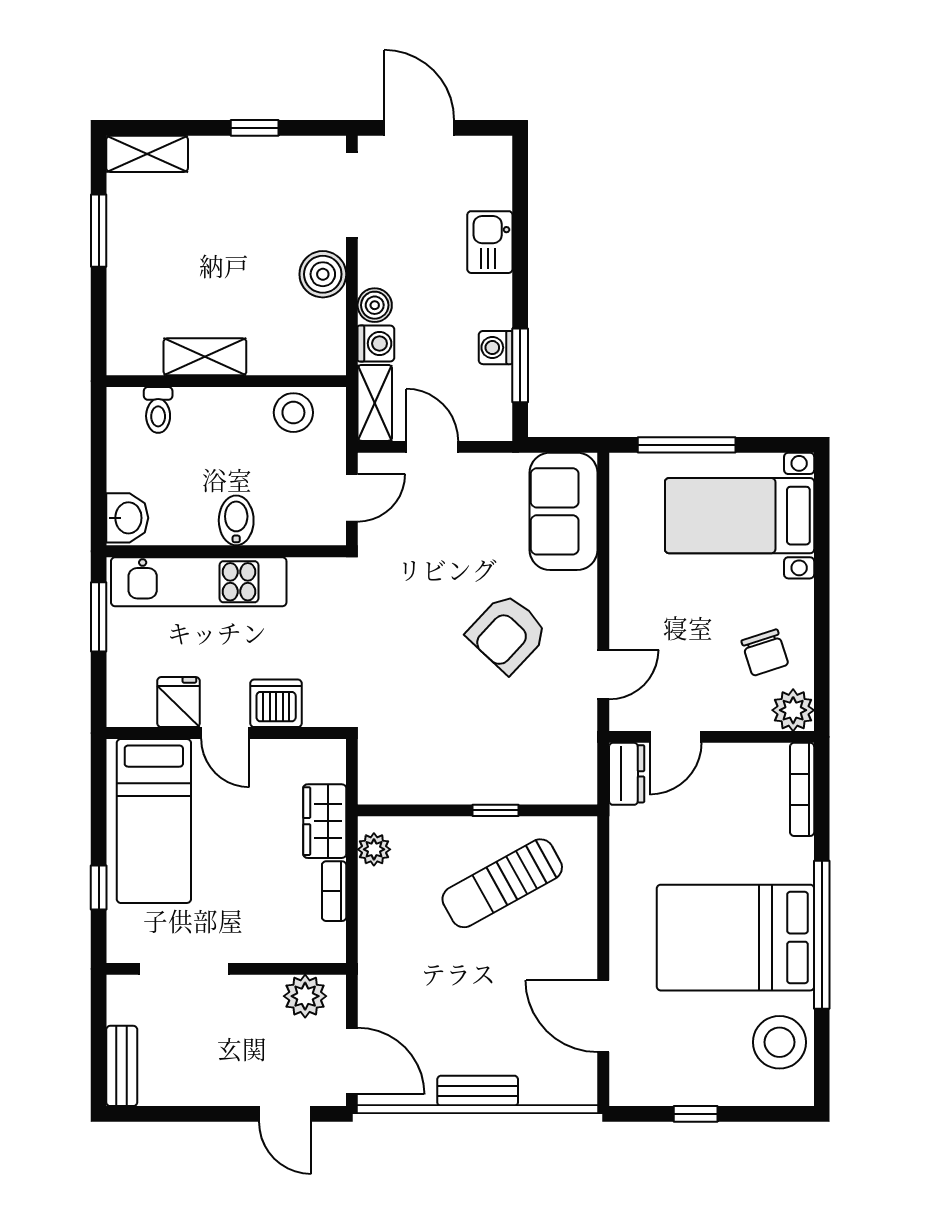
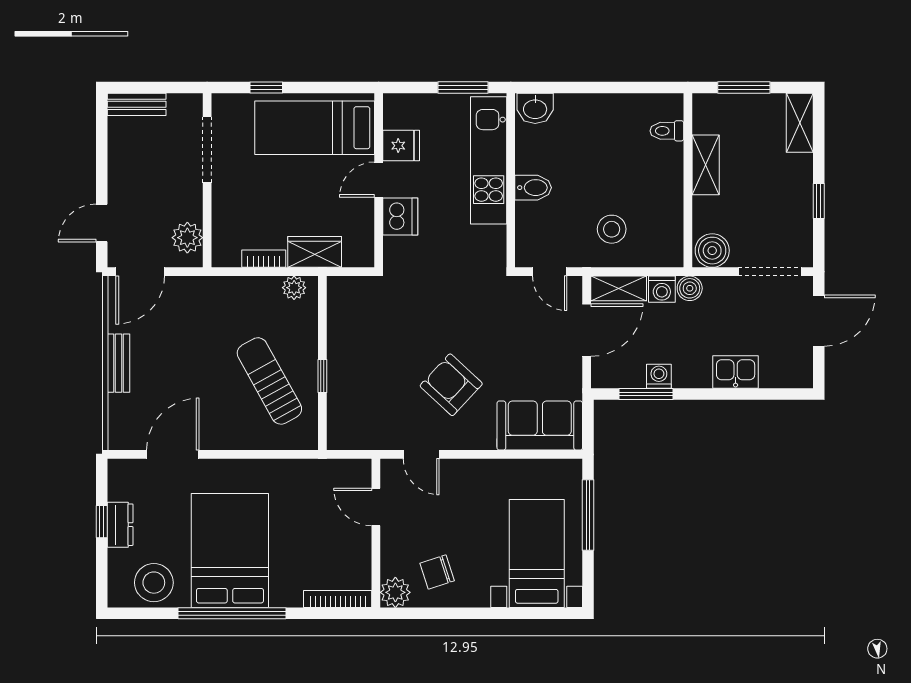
shelving: (205, 357) -> (706, 165), moved
wall: (226, 381) -> (688, 180), moved
toilet: (158, 410) -> (667, 131), moved
door: (432, 447) -> (587, 330), width x1.38
dresser: (627, 774) -> (120, 525), moved, turned -90

